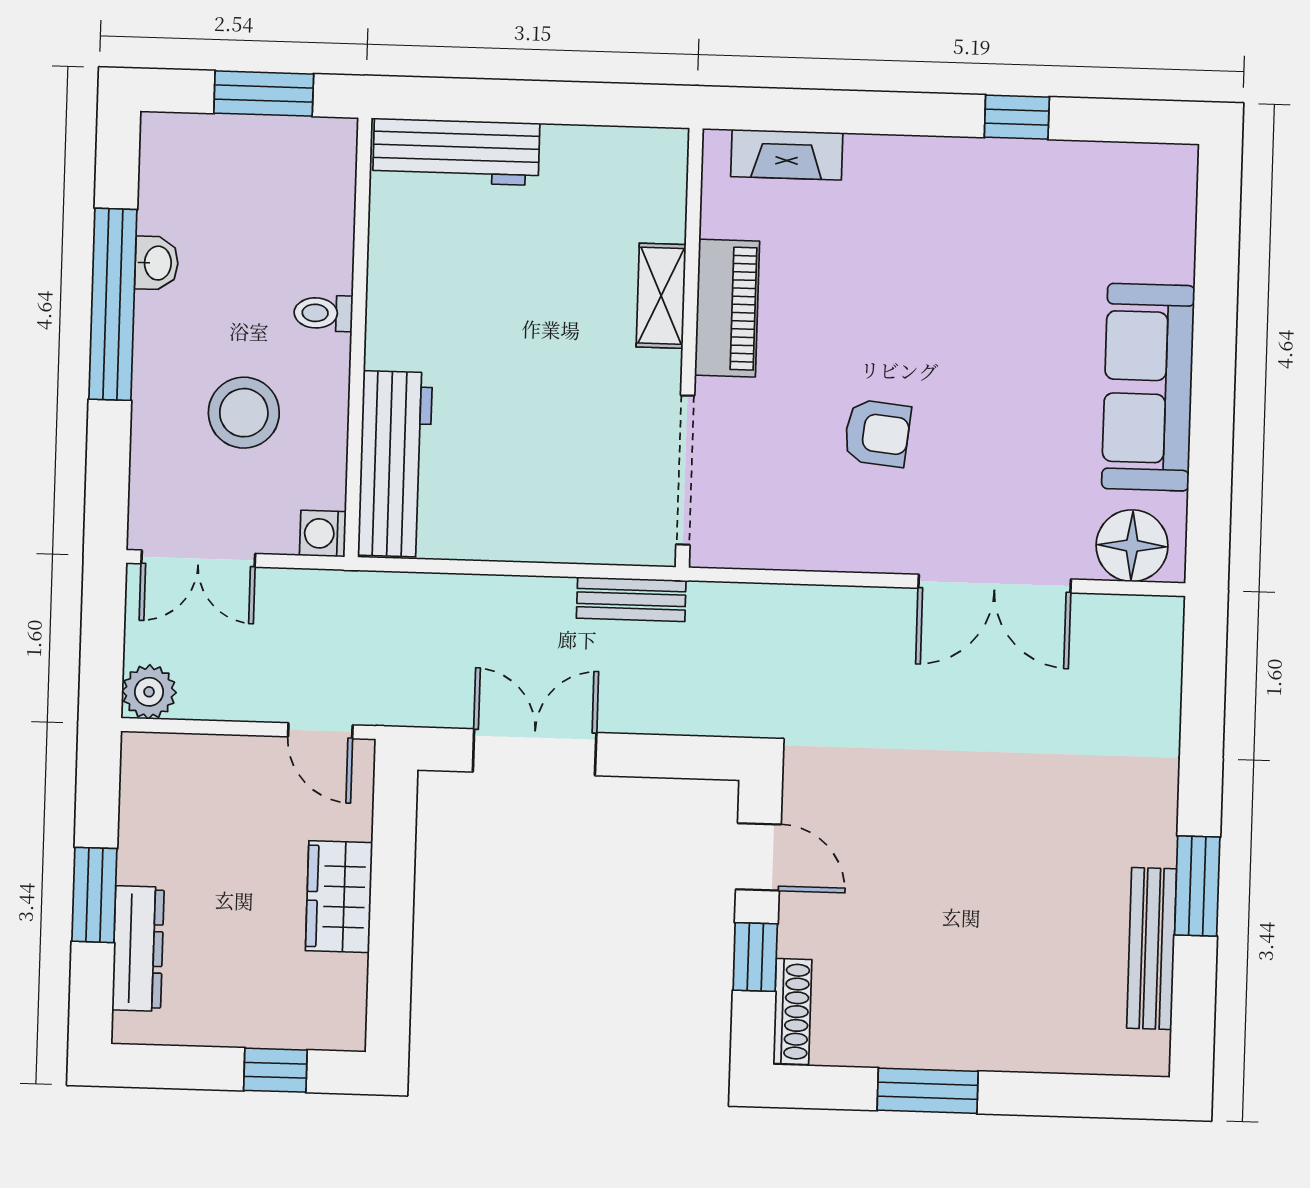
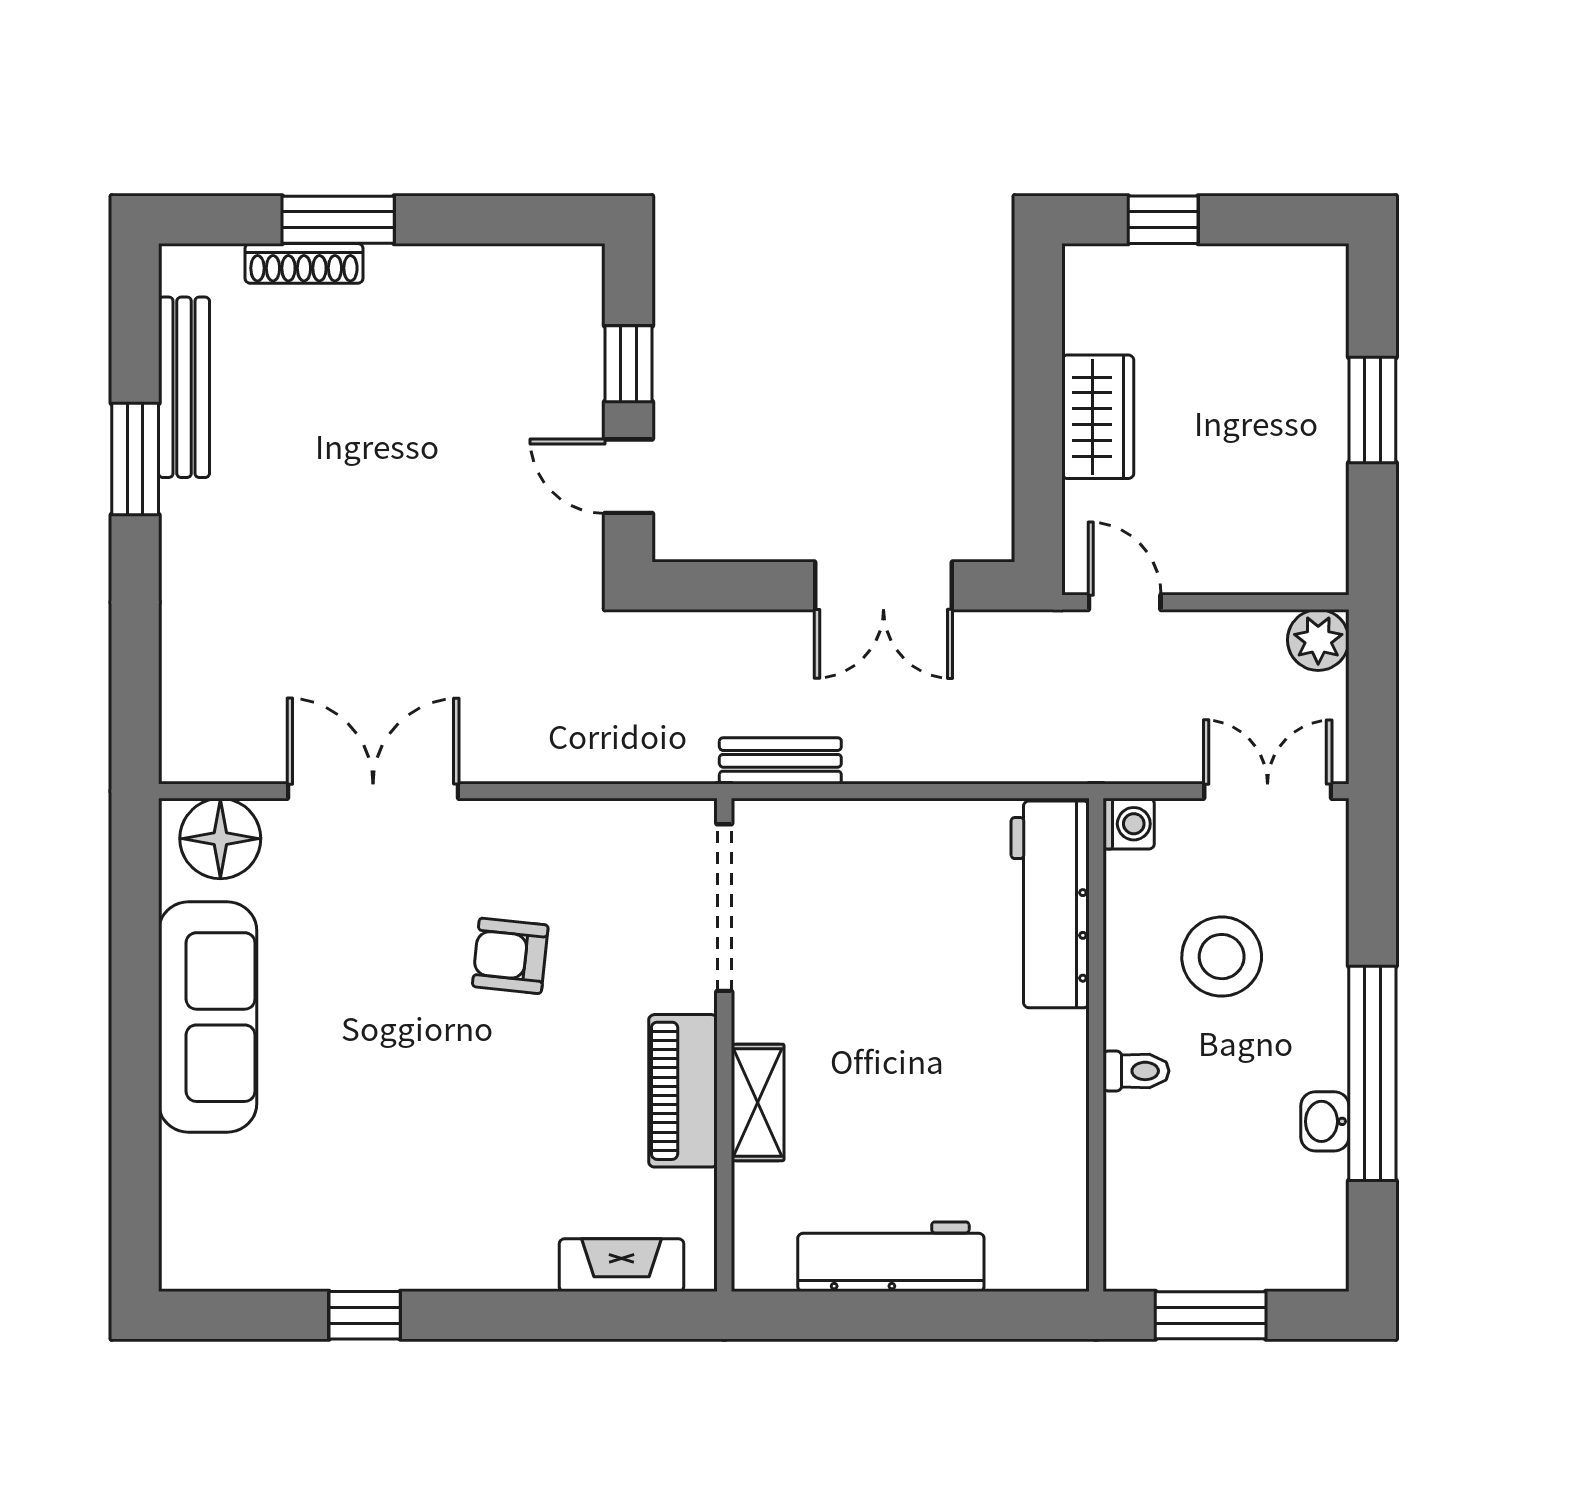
workbench: (456, 152) -> (891, 1257), moved
dresser: (138, 948) -> (1321, 352), removed
shoe rack: (792, 1011) -> (304, 263), moved, turned -90
window: (928, 1091) -> (338, 220), moved

